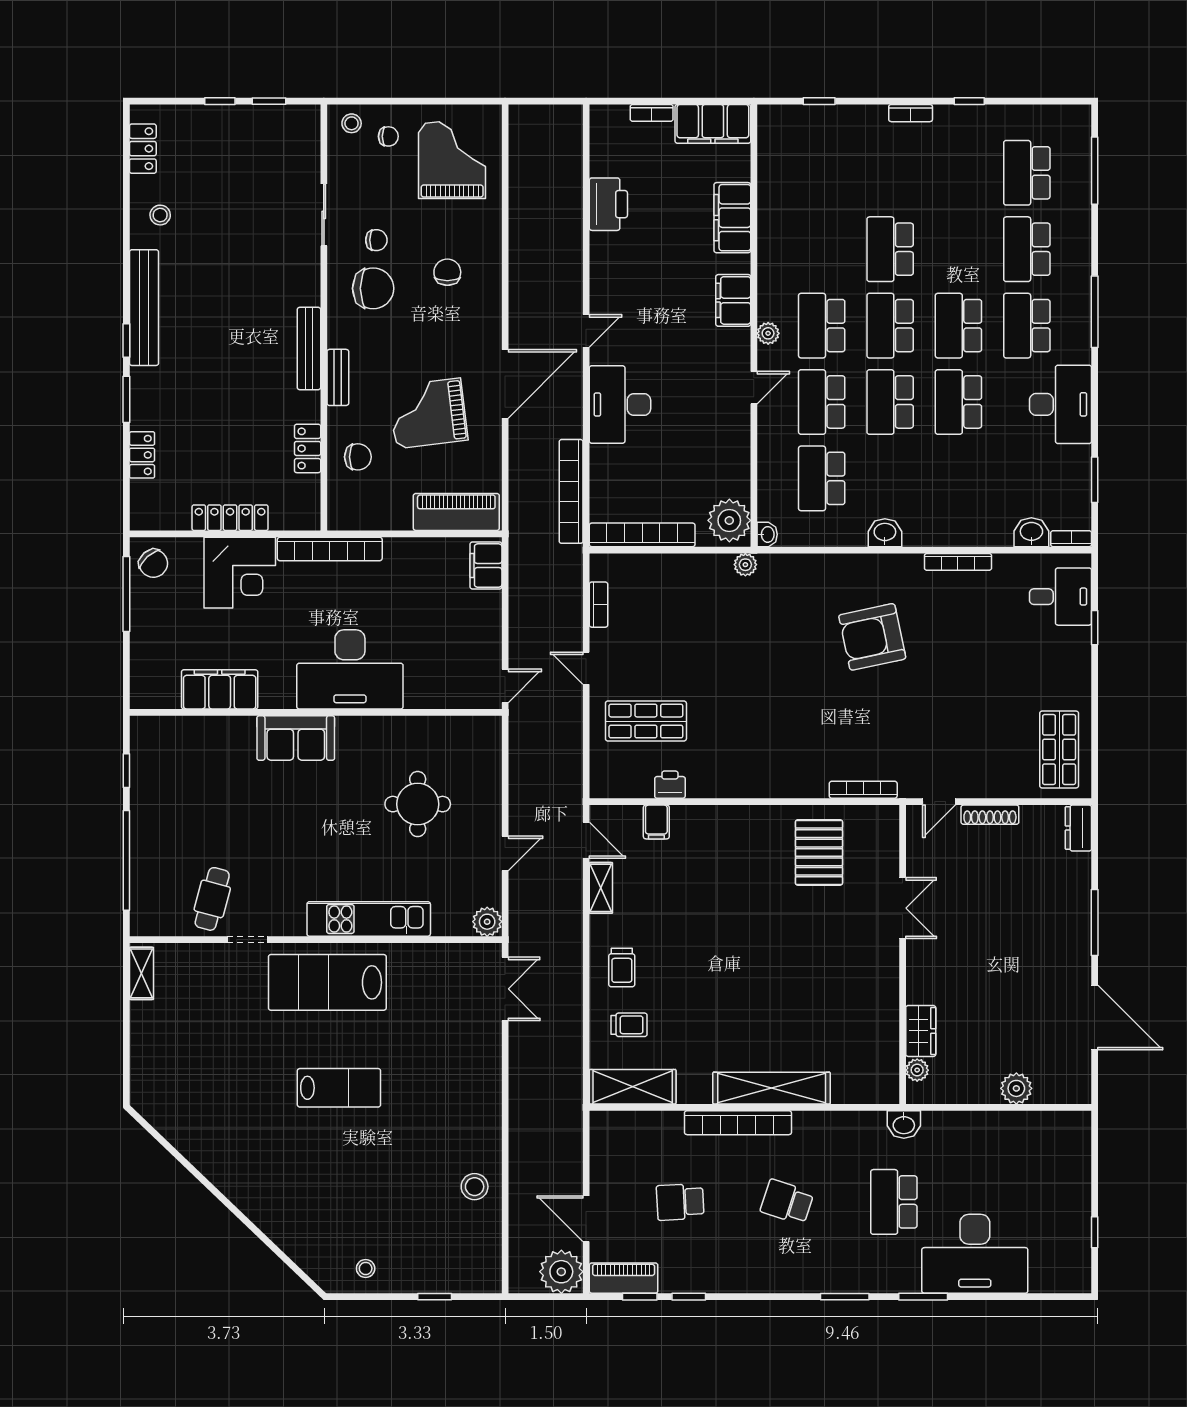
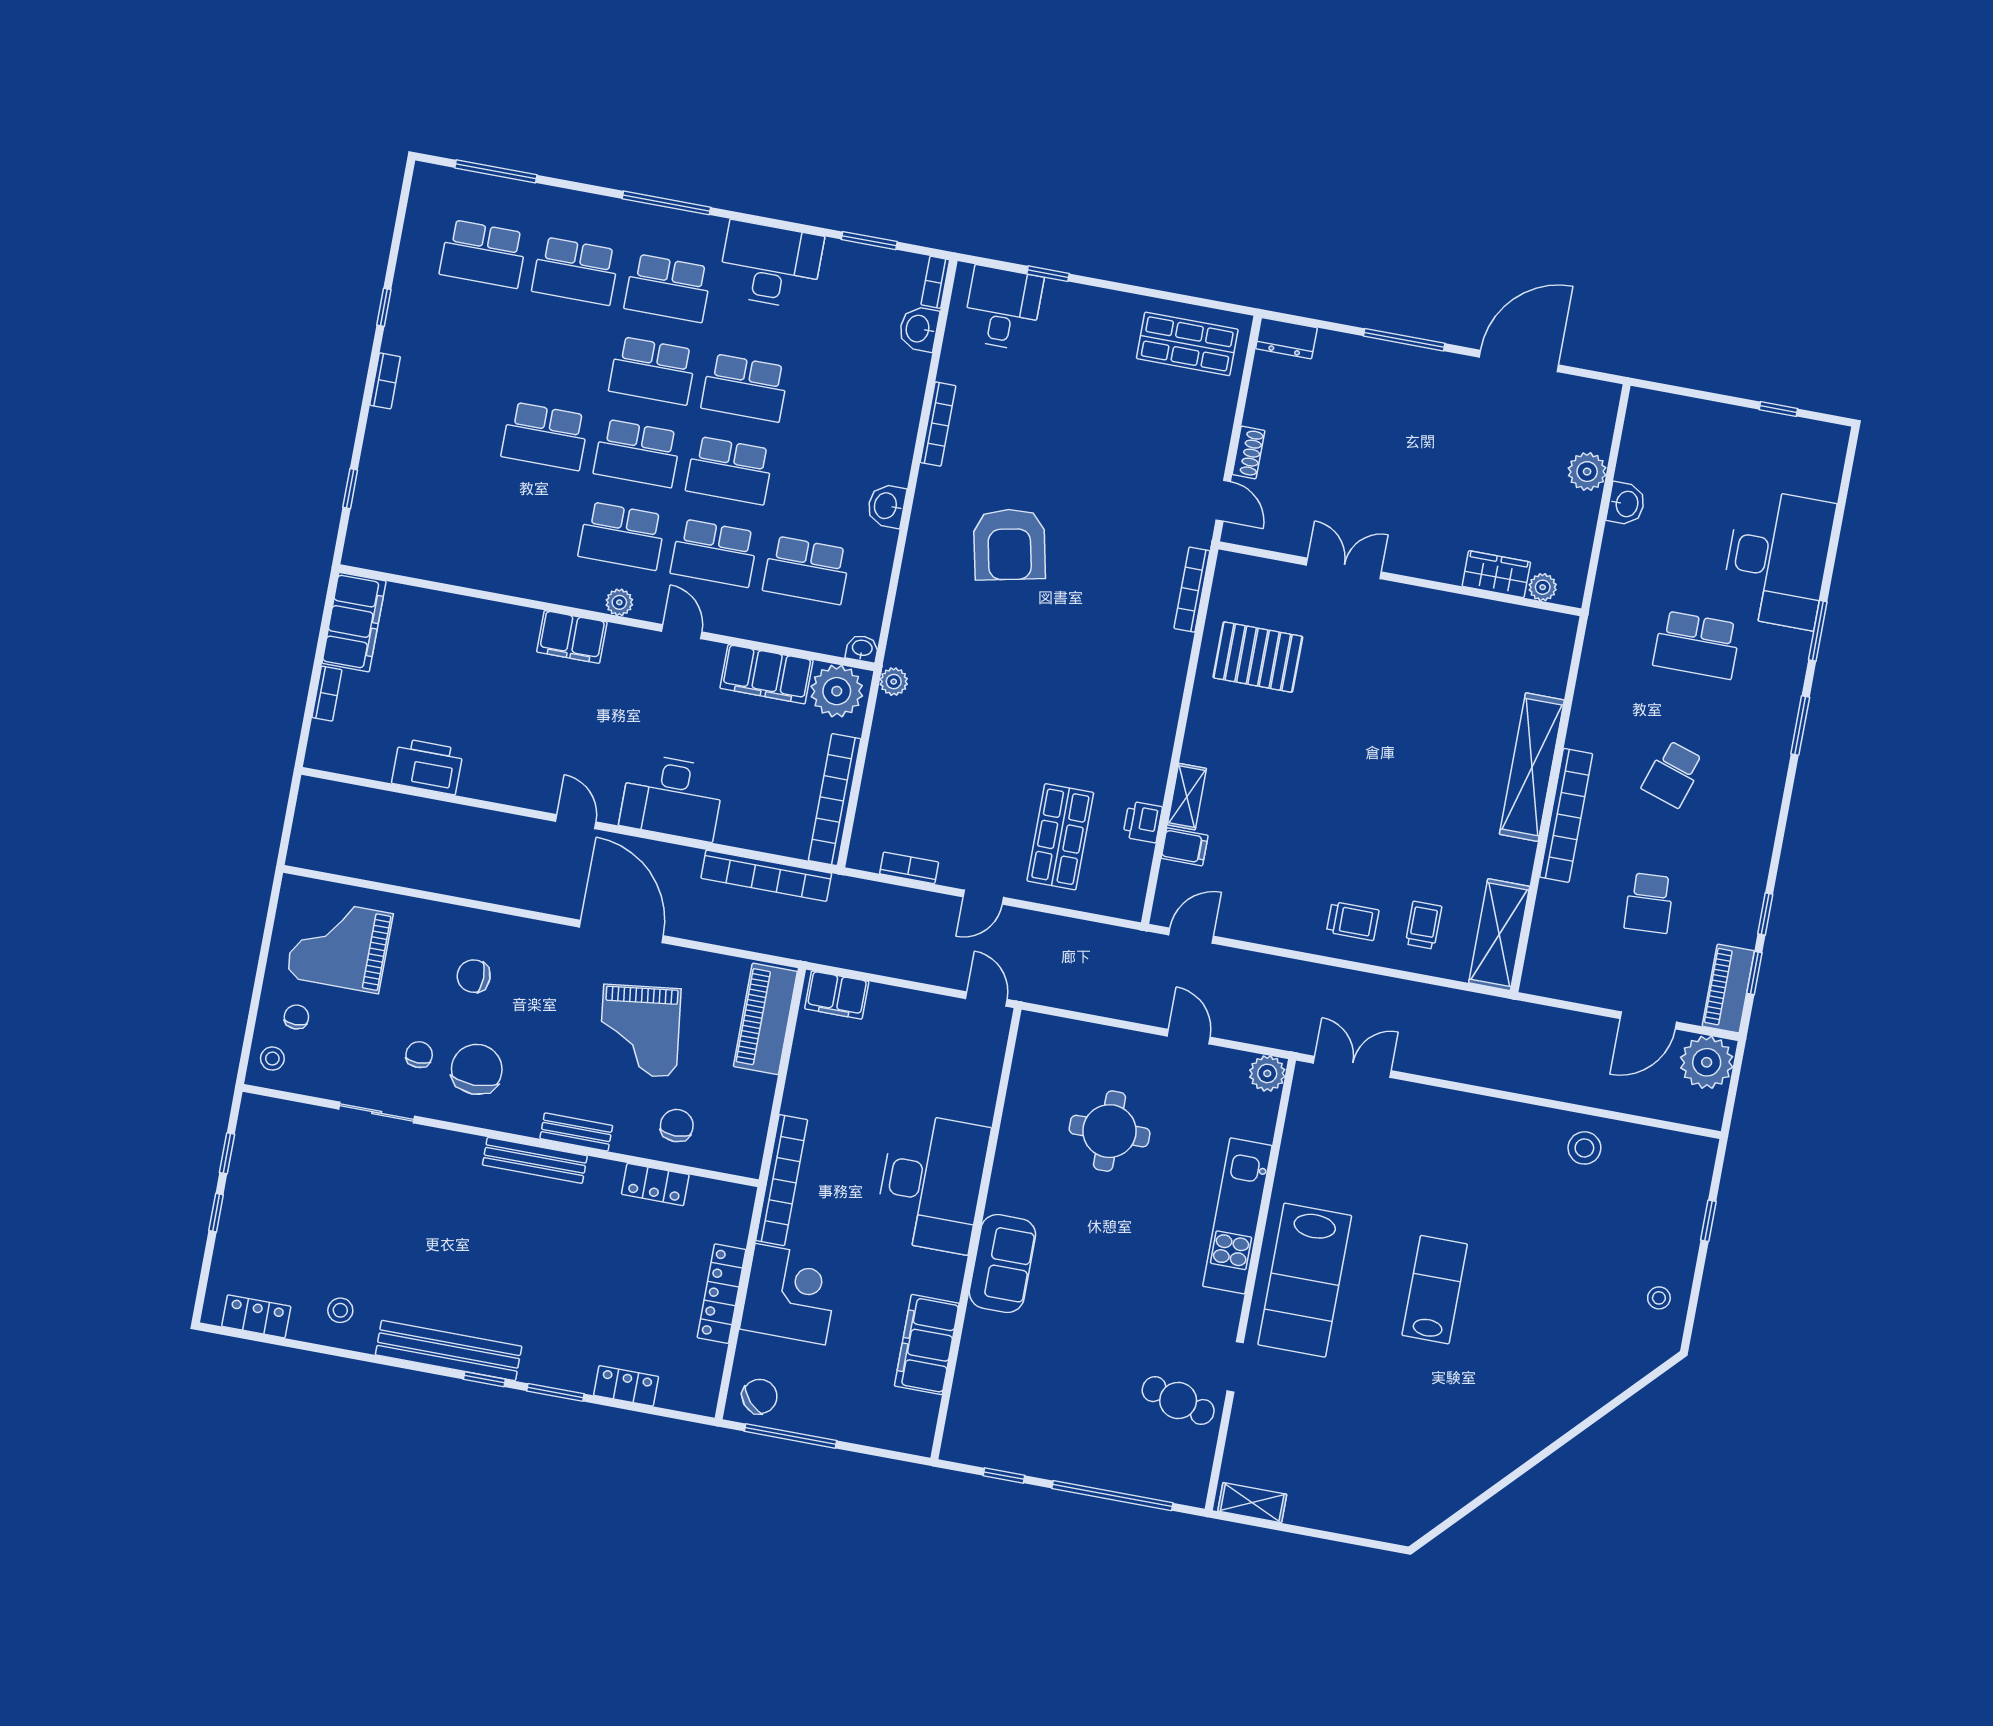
filing cabinet: (732, 218) -> (767, 674), moved
shoe rack: (990, 815) -> (1249, 452), width x0.70
shelving: (601, 888) -> (1187, 797), moved, turned 90
washbasin: (904, 1124) -> (1626, 504), moved

